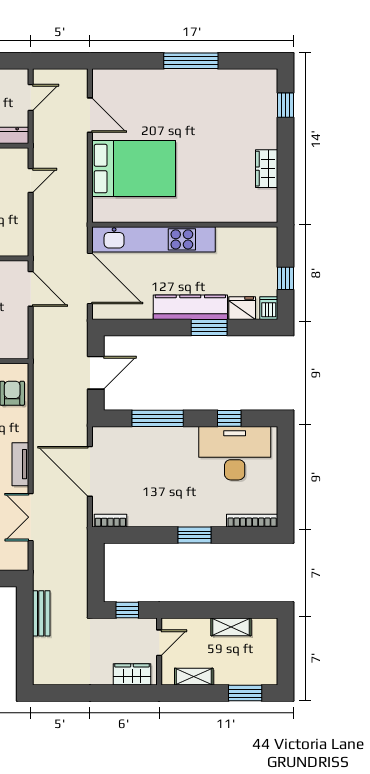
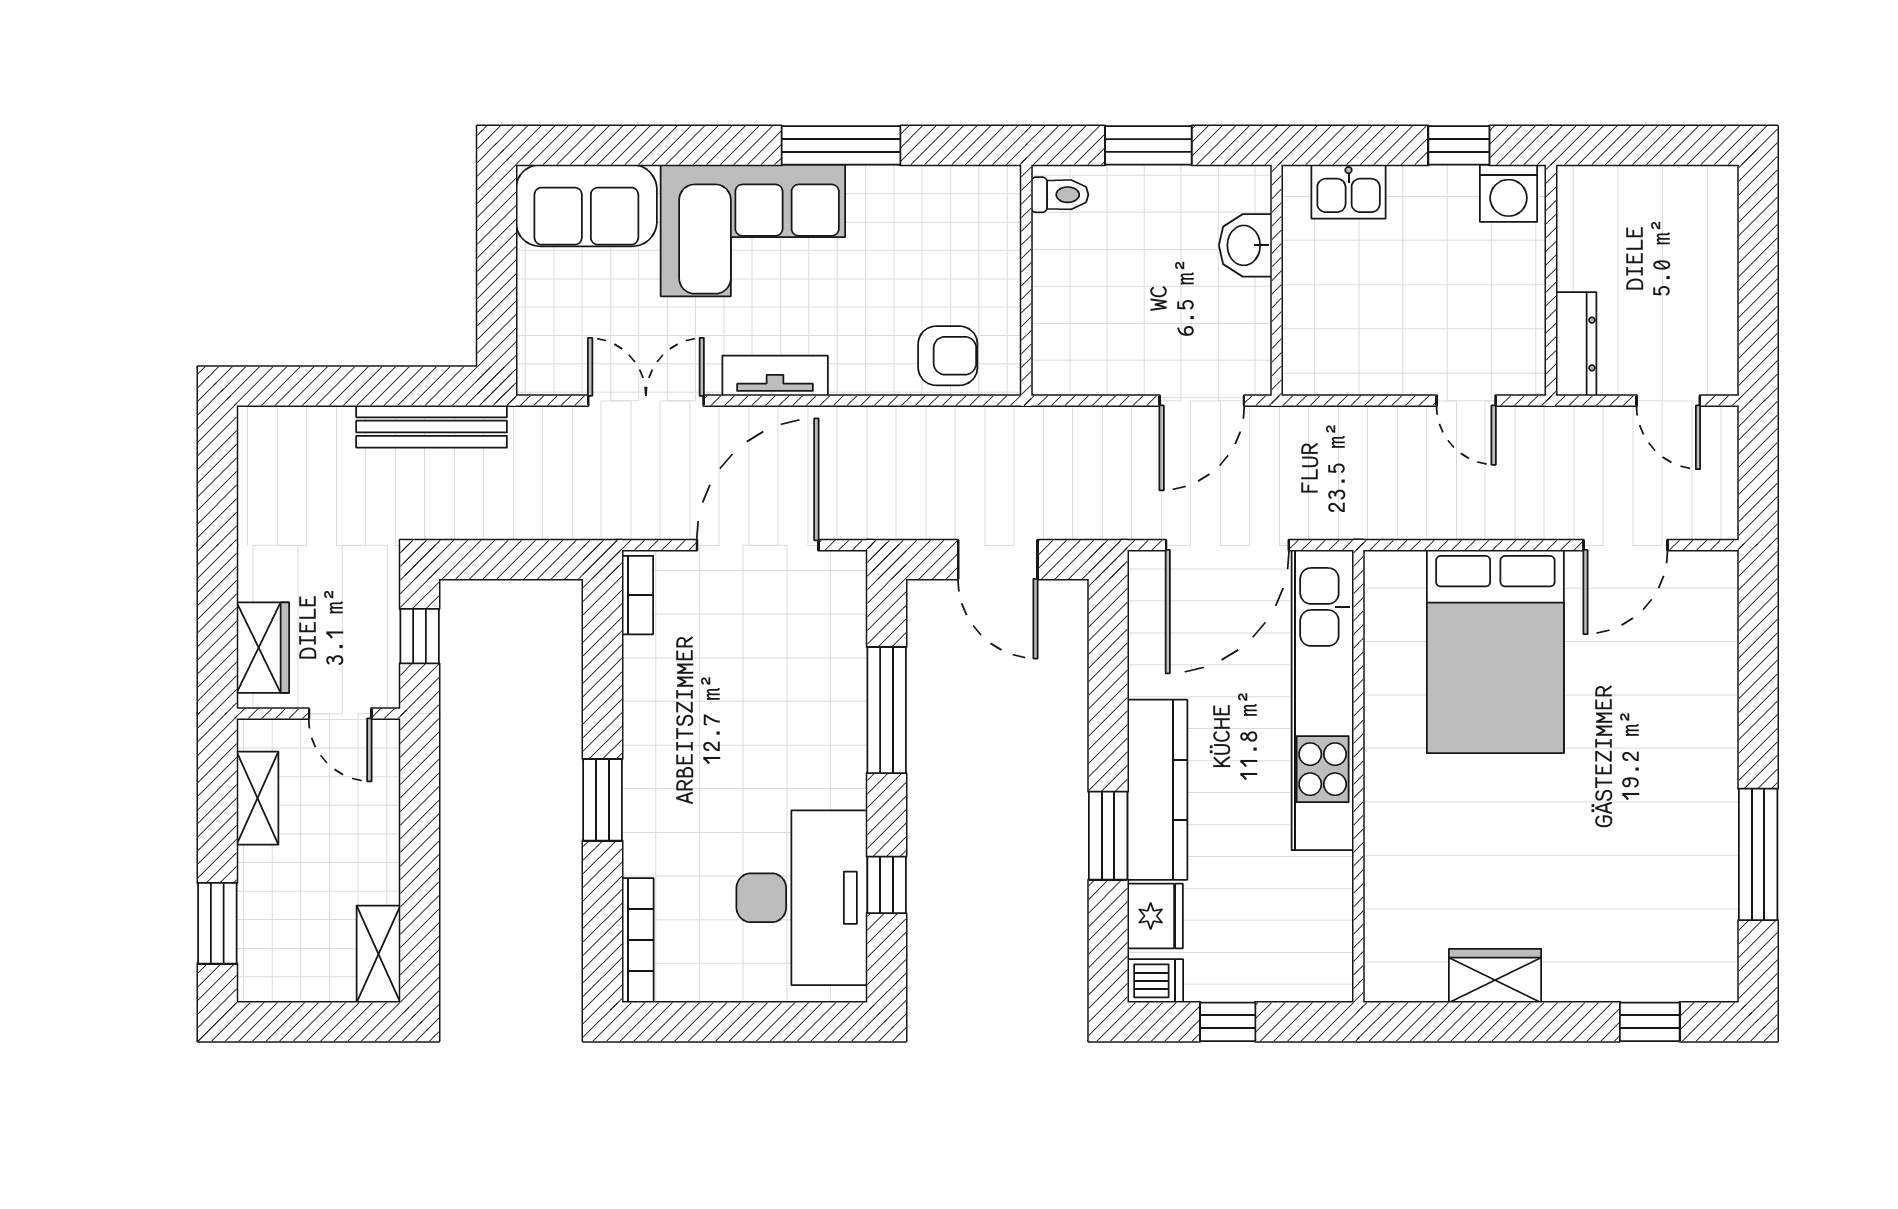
window: (191, 61) -> (1758, 854), moved
bench: (41, 613) -> (432, 427), width x1.36
shelving: (231, 627) -> (378, 954), moved

